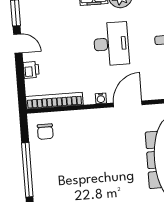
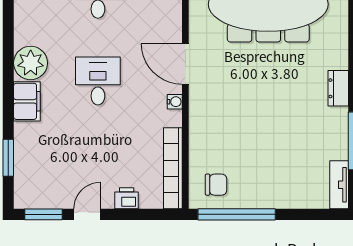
desk: (111, 44) -> (98, 81), width x0.73
window: (27, 170) -> (237, 214), moved

